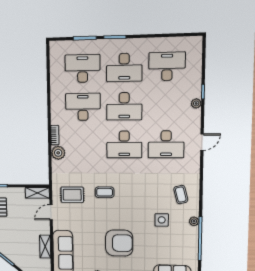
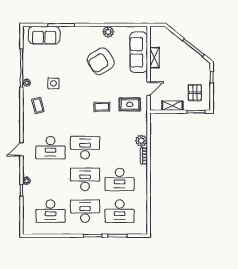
desk: (166, 144) -> (50, 148), turned 180
shelving: (37, 193) -> (172, 106), moved
armchair: (119, 243) -> (101, 61), moved, turned -32

